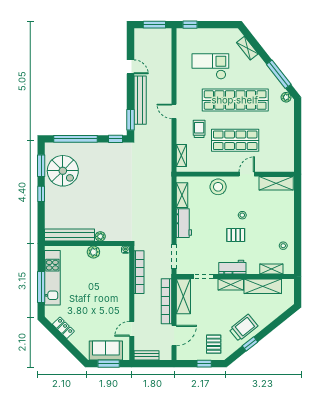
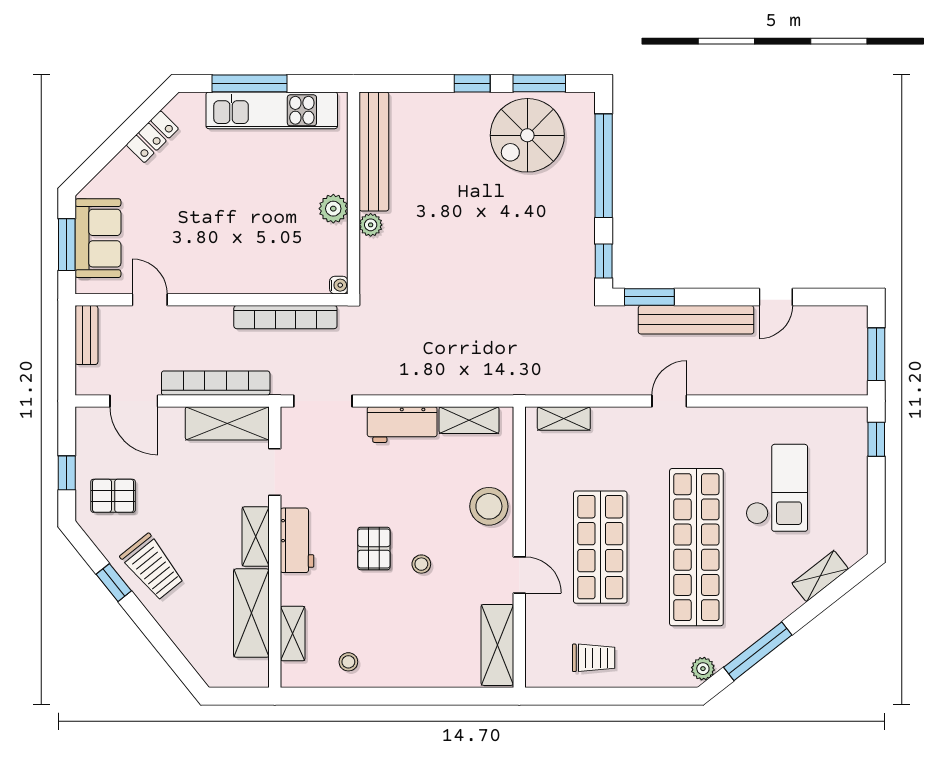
trolley: (199, 129) -> (594, 658), moved

